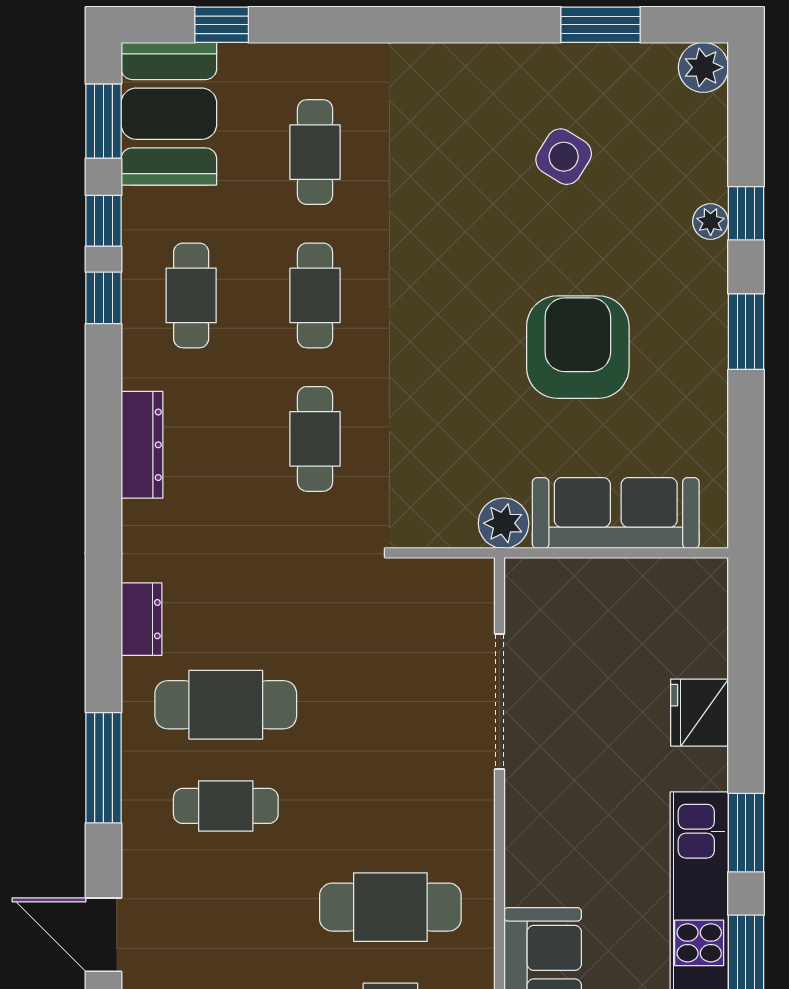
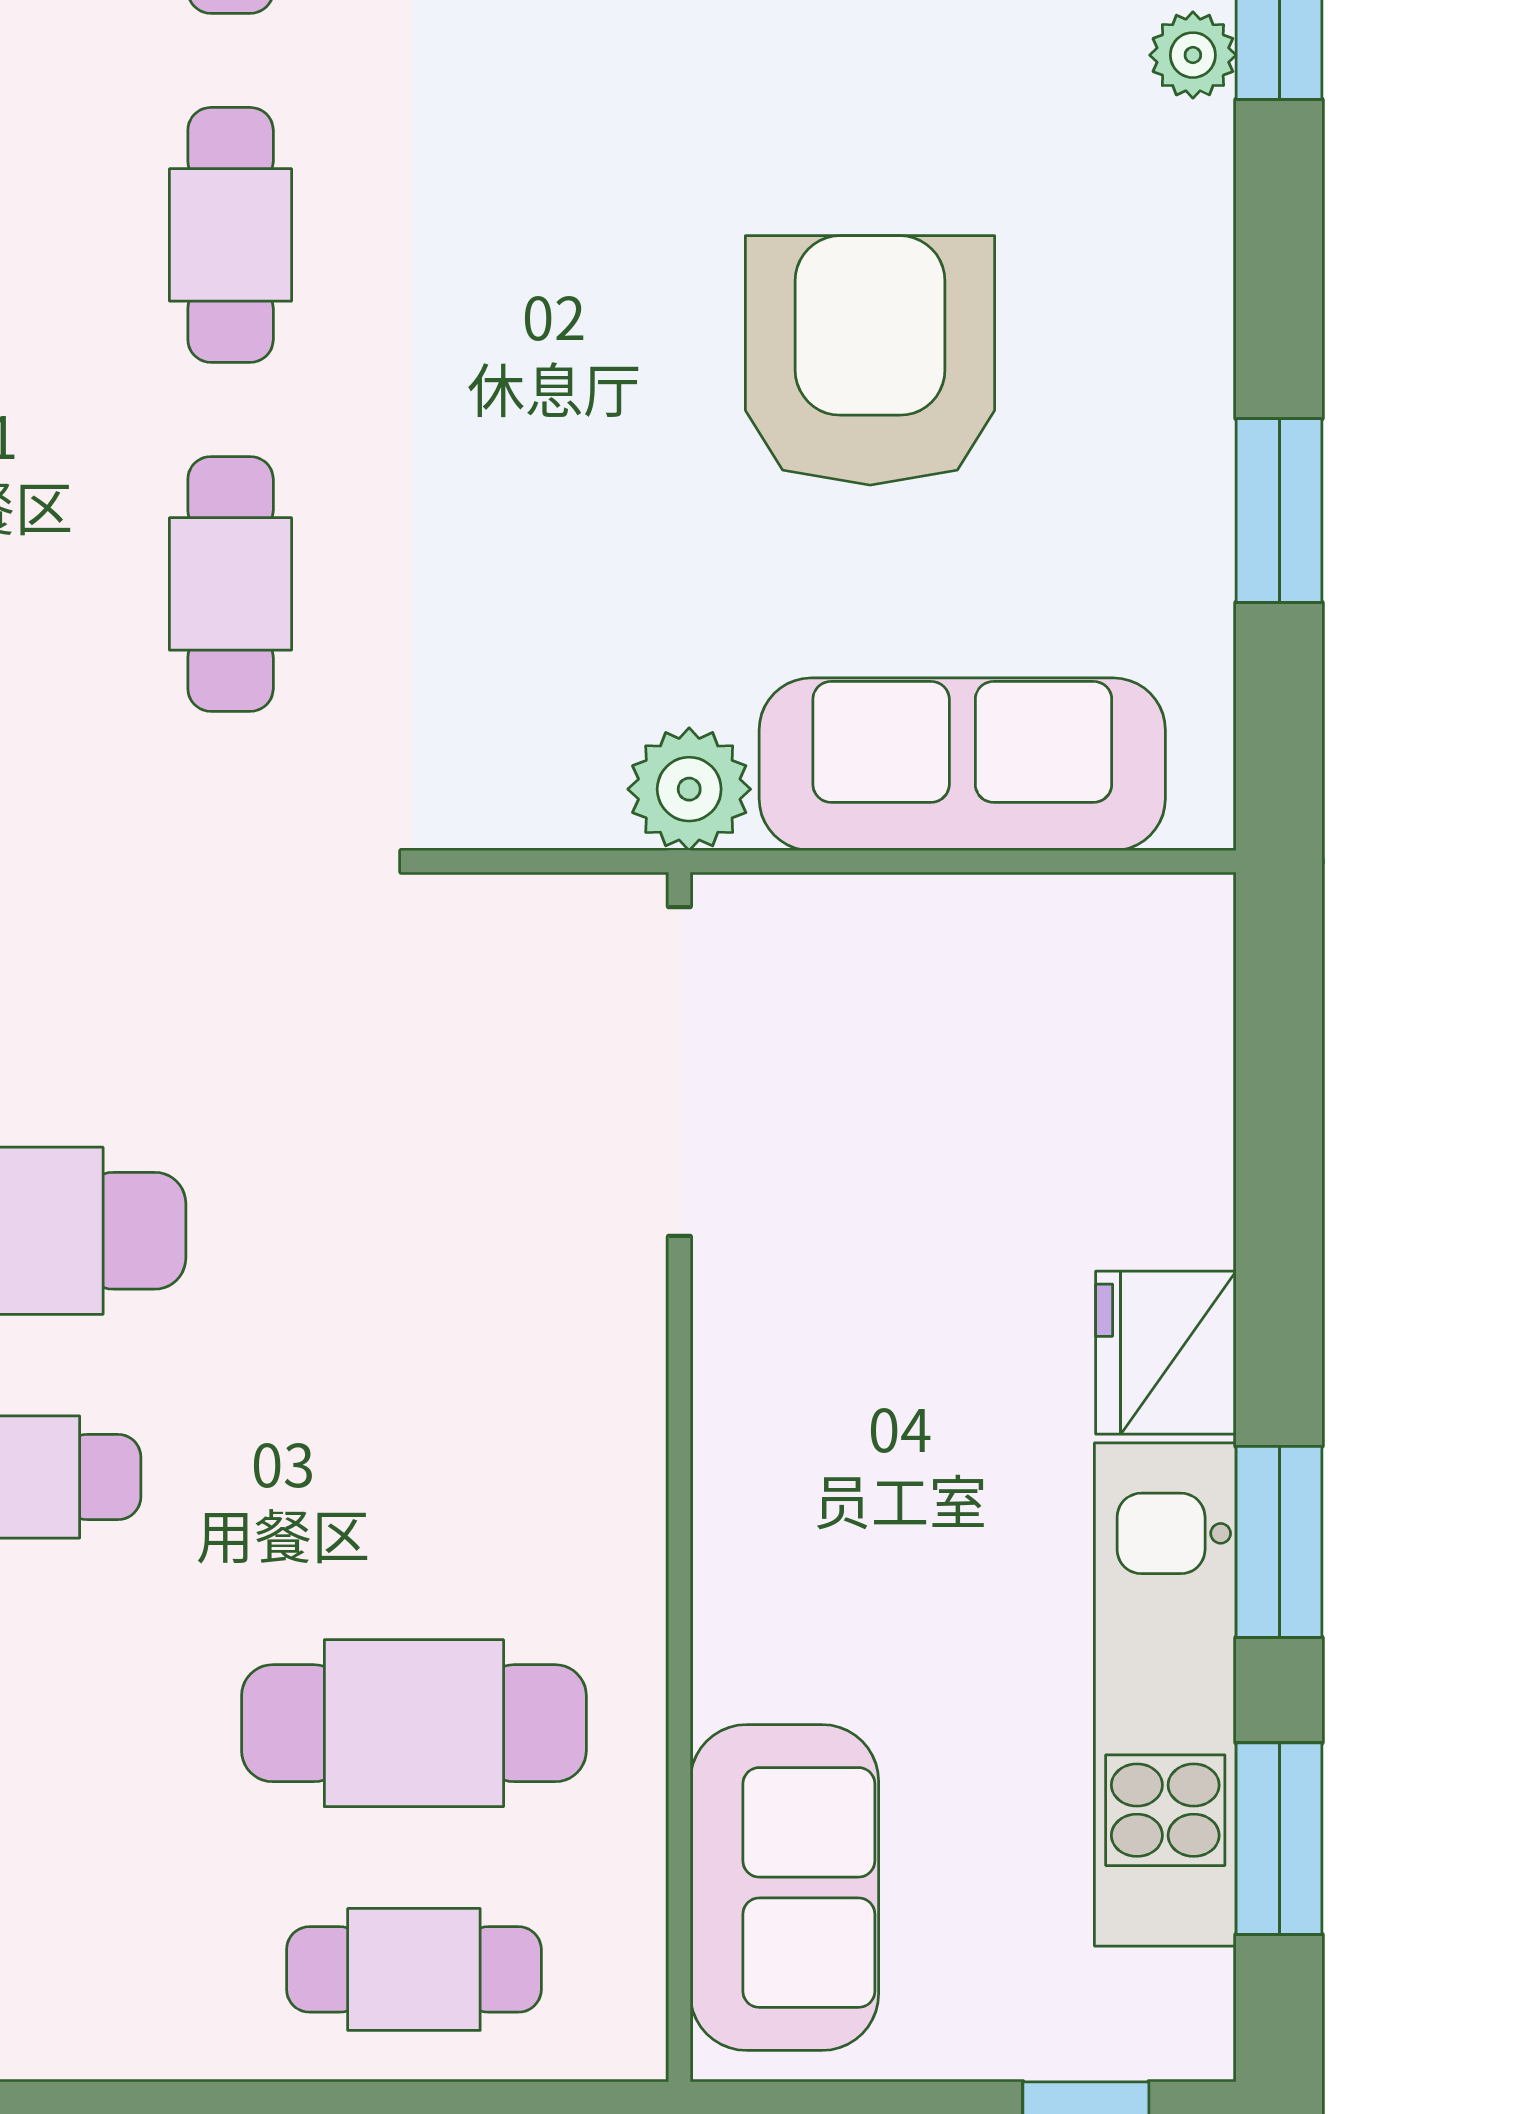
window: (746, 332) -> (1279, 510), moved
doorway: (500, 702) -> (679, 1072), moved
fridge: (699, 713) -> (1166, 1353), moved

